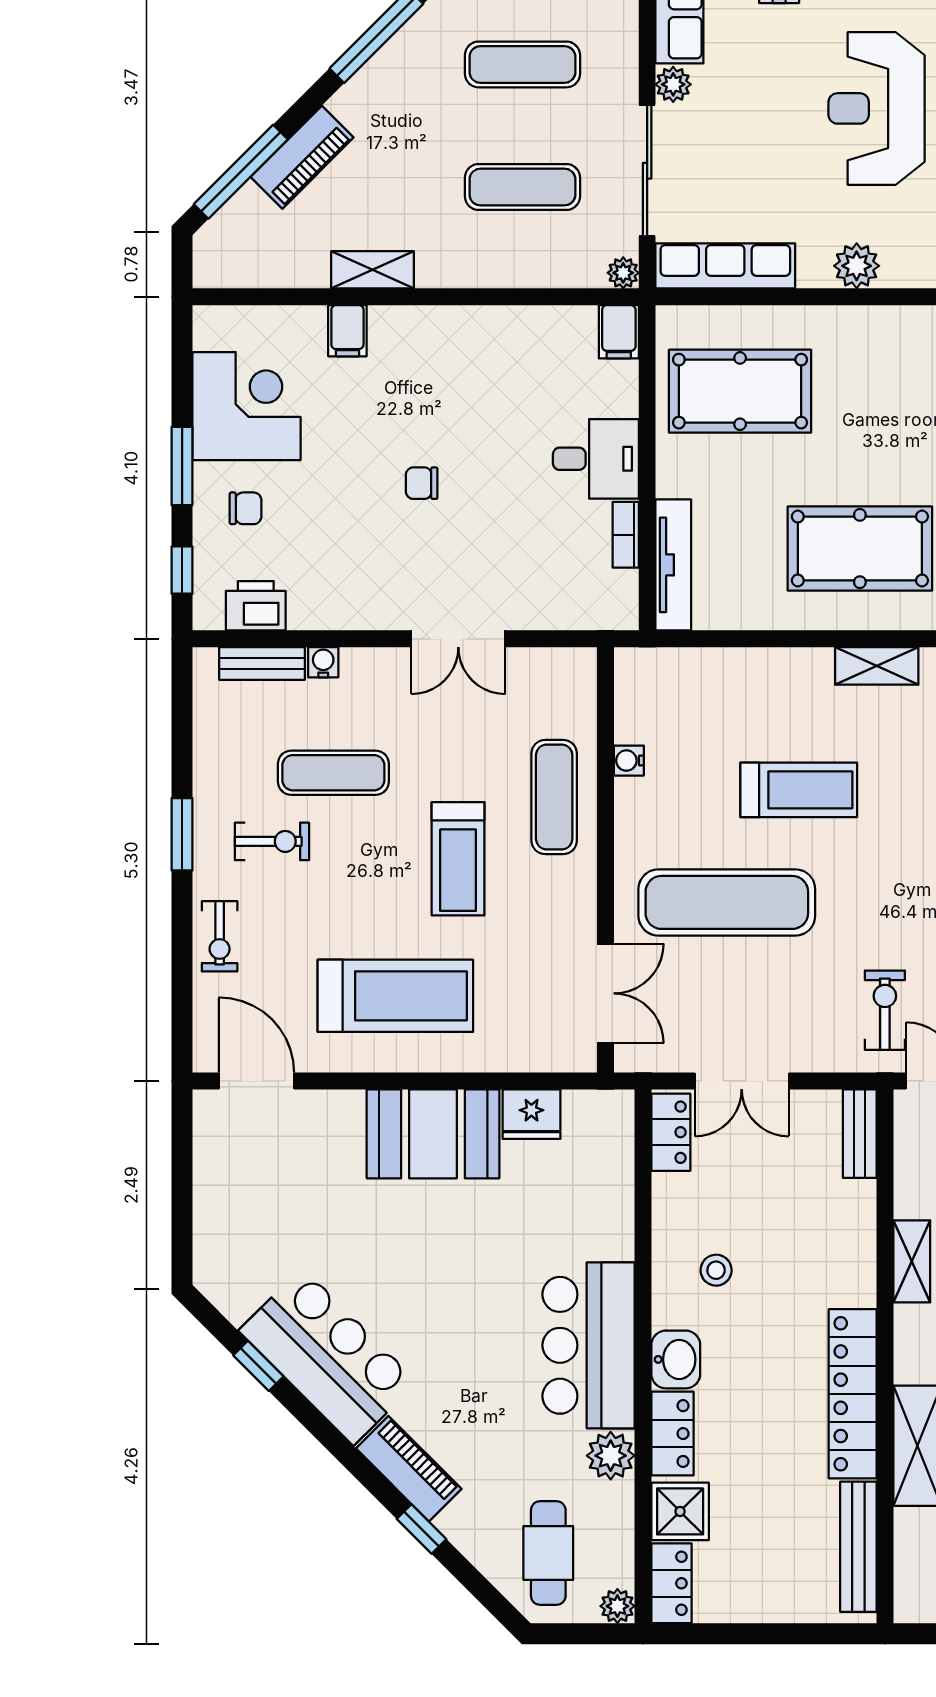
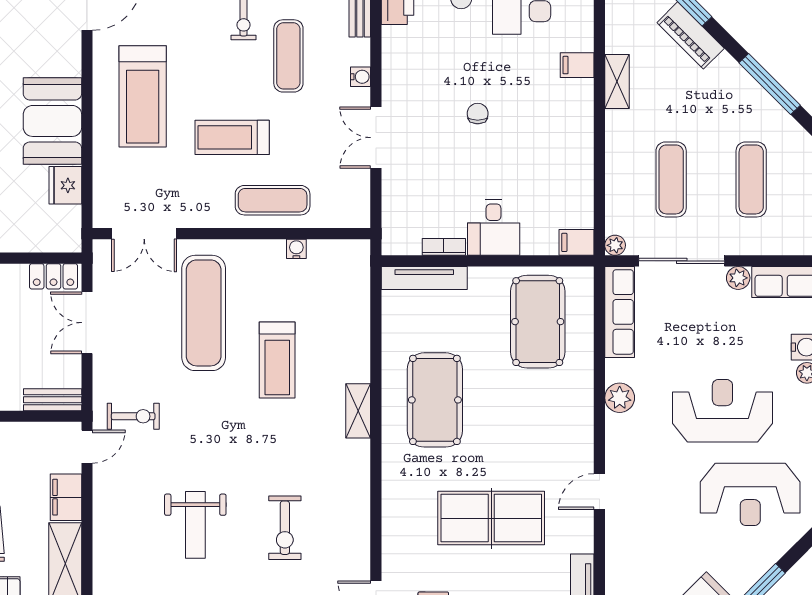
water cooler: (323, 662) -> (361, 77), moved

